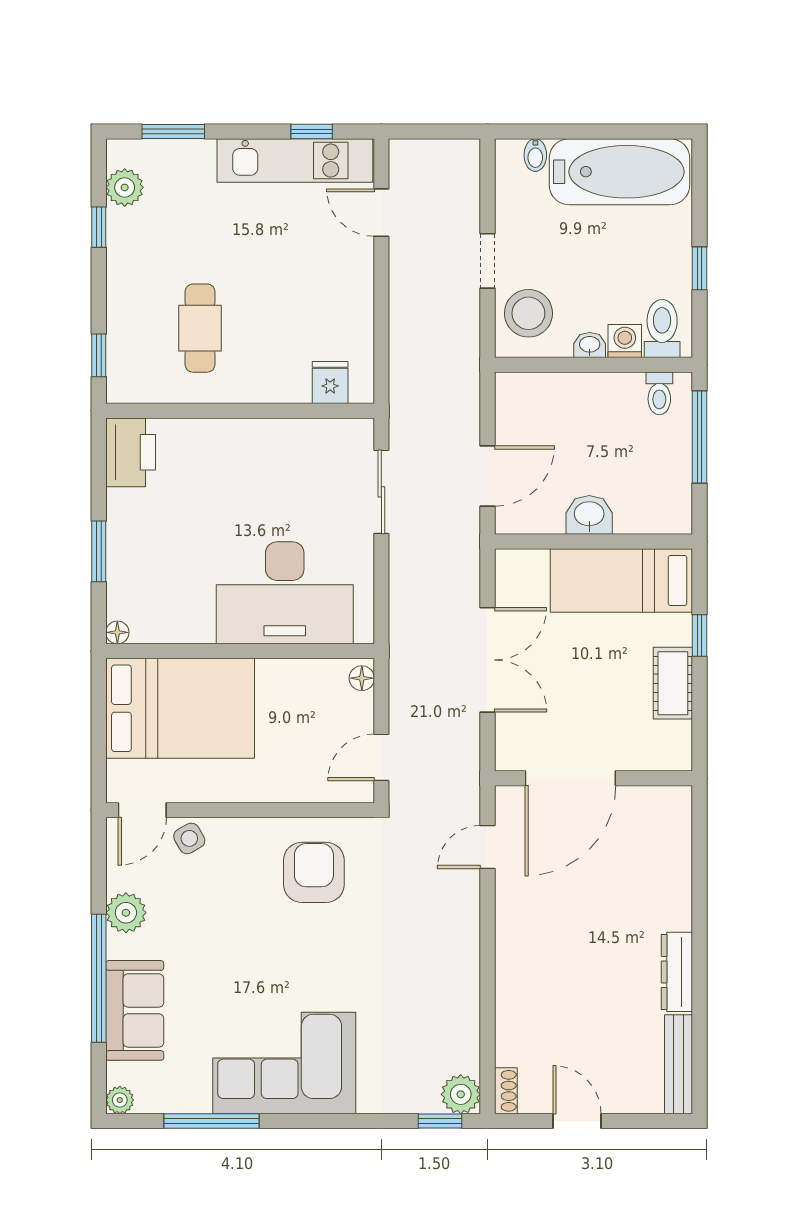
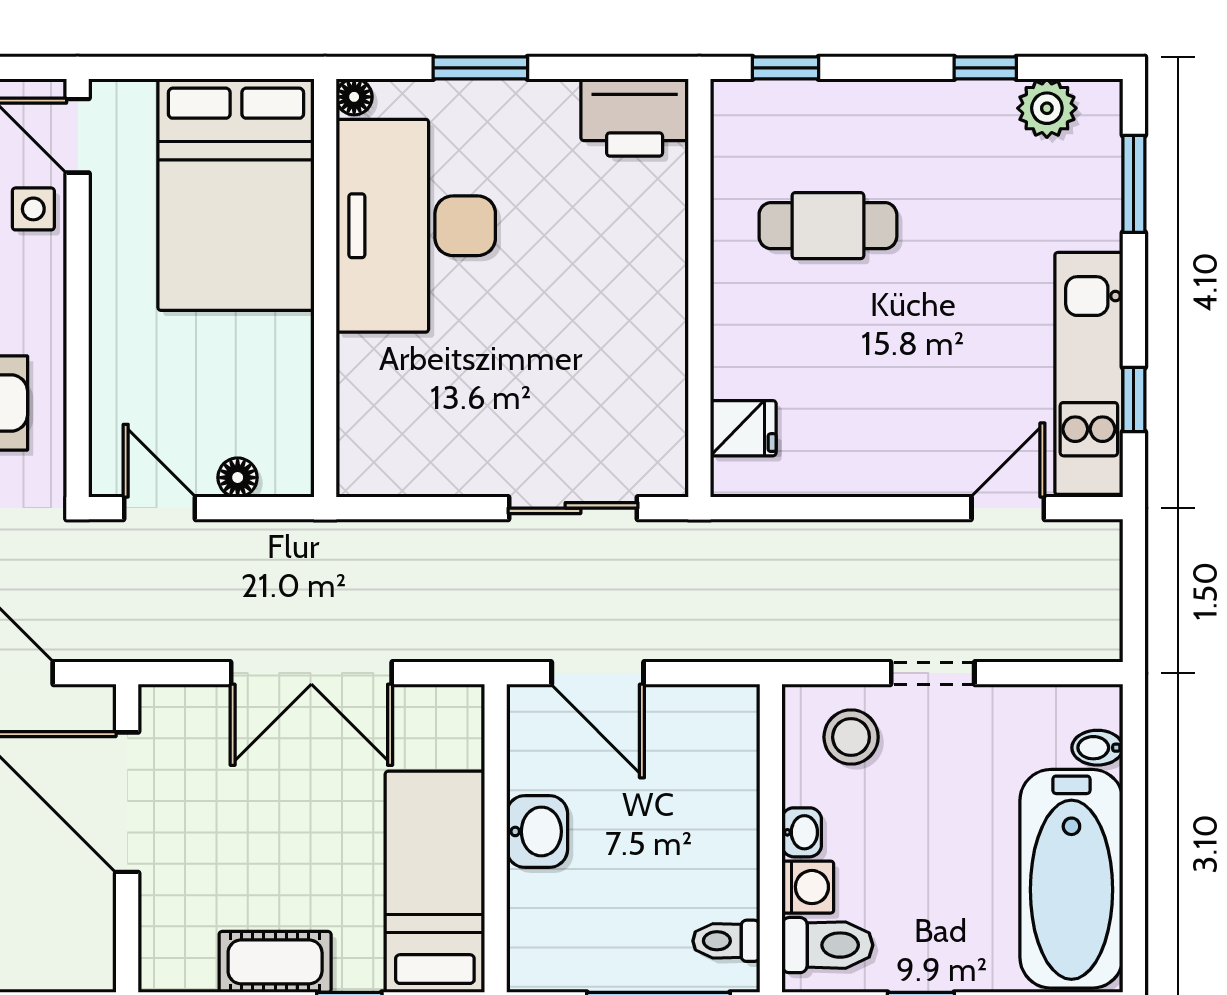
stool: (528, 313) -> (851, 737), width x0.73, depth x0.73
desk: (285, 593) -> (416, 226), moved
floor lamp: (362, 678) -> (238, 478), moved
side table: (189, 838) -> (33, 209), turned 30

